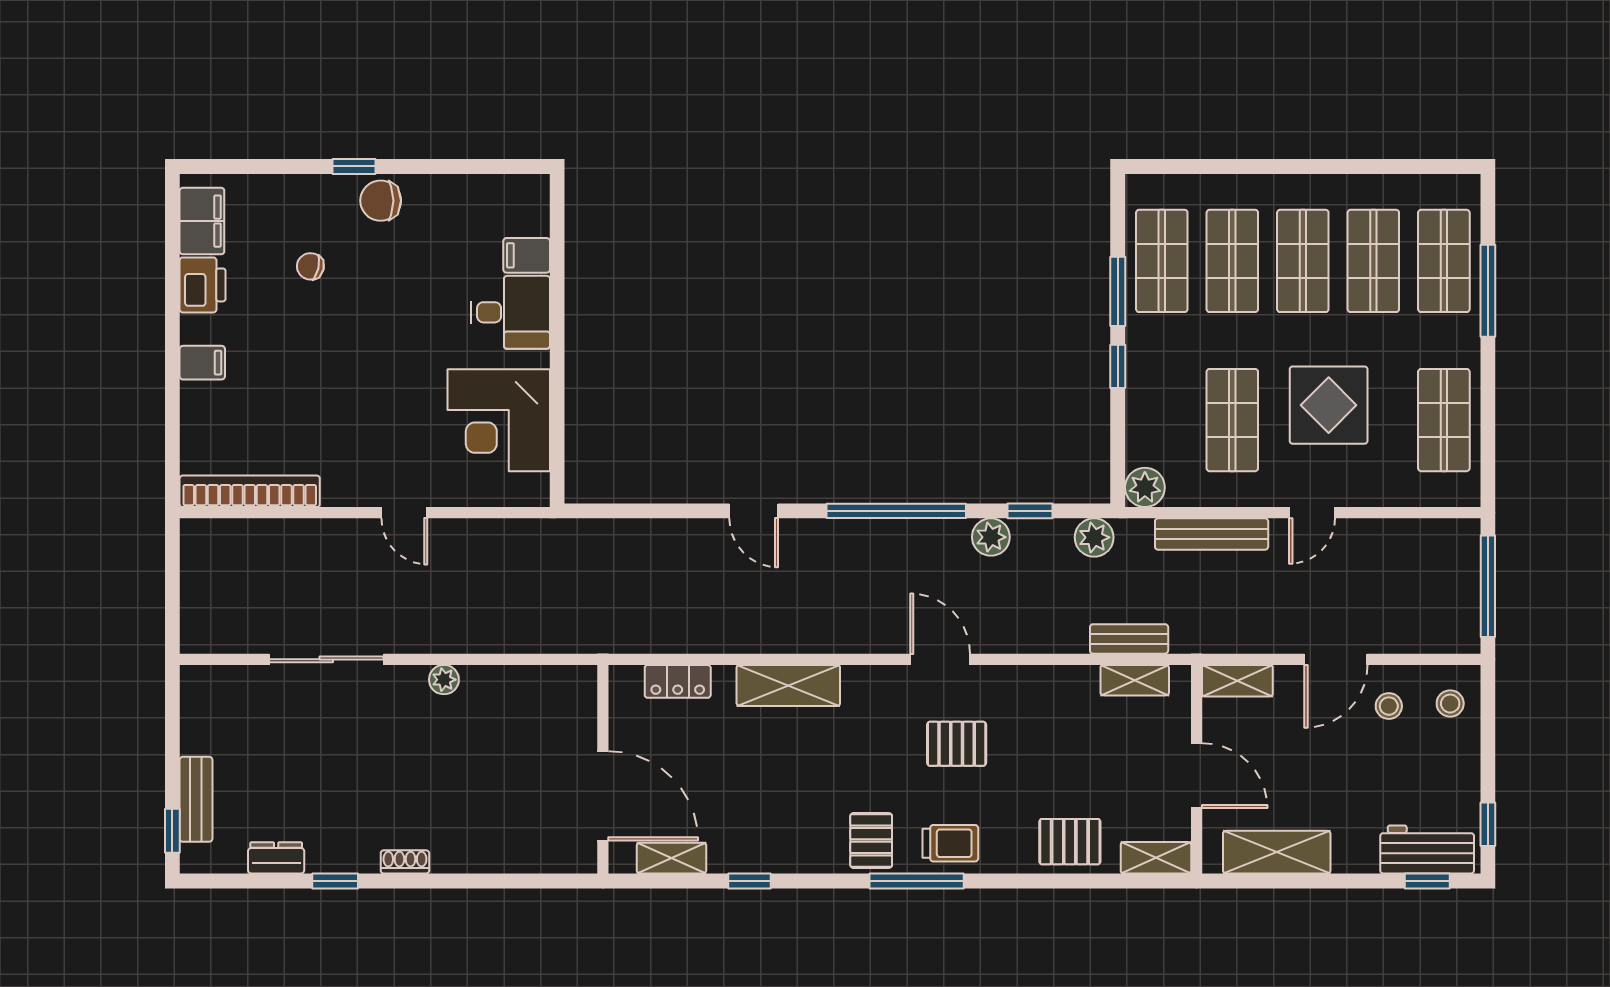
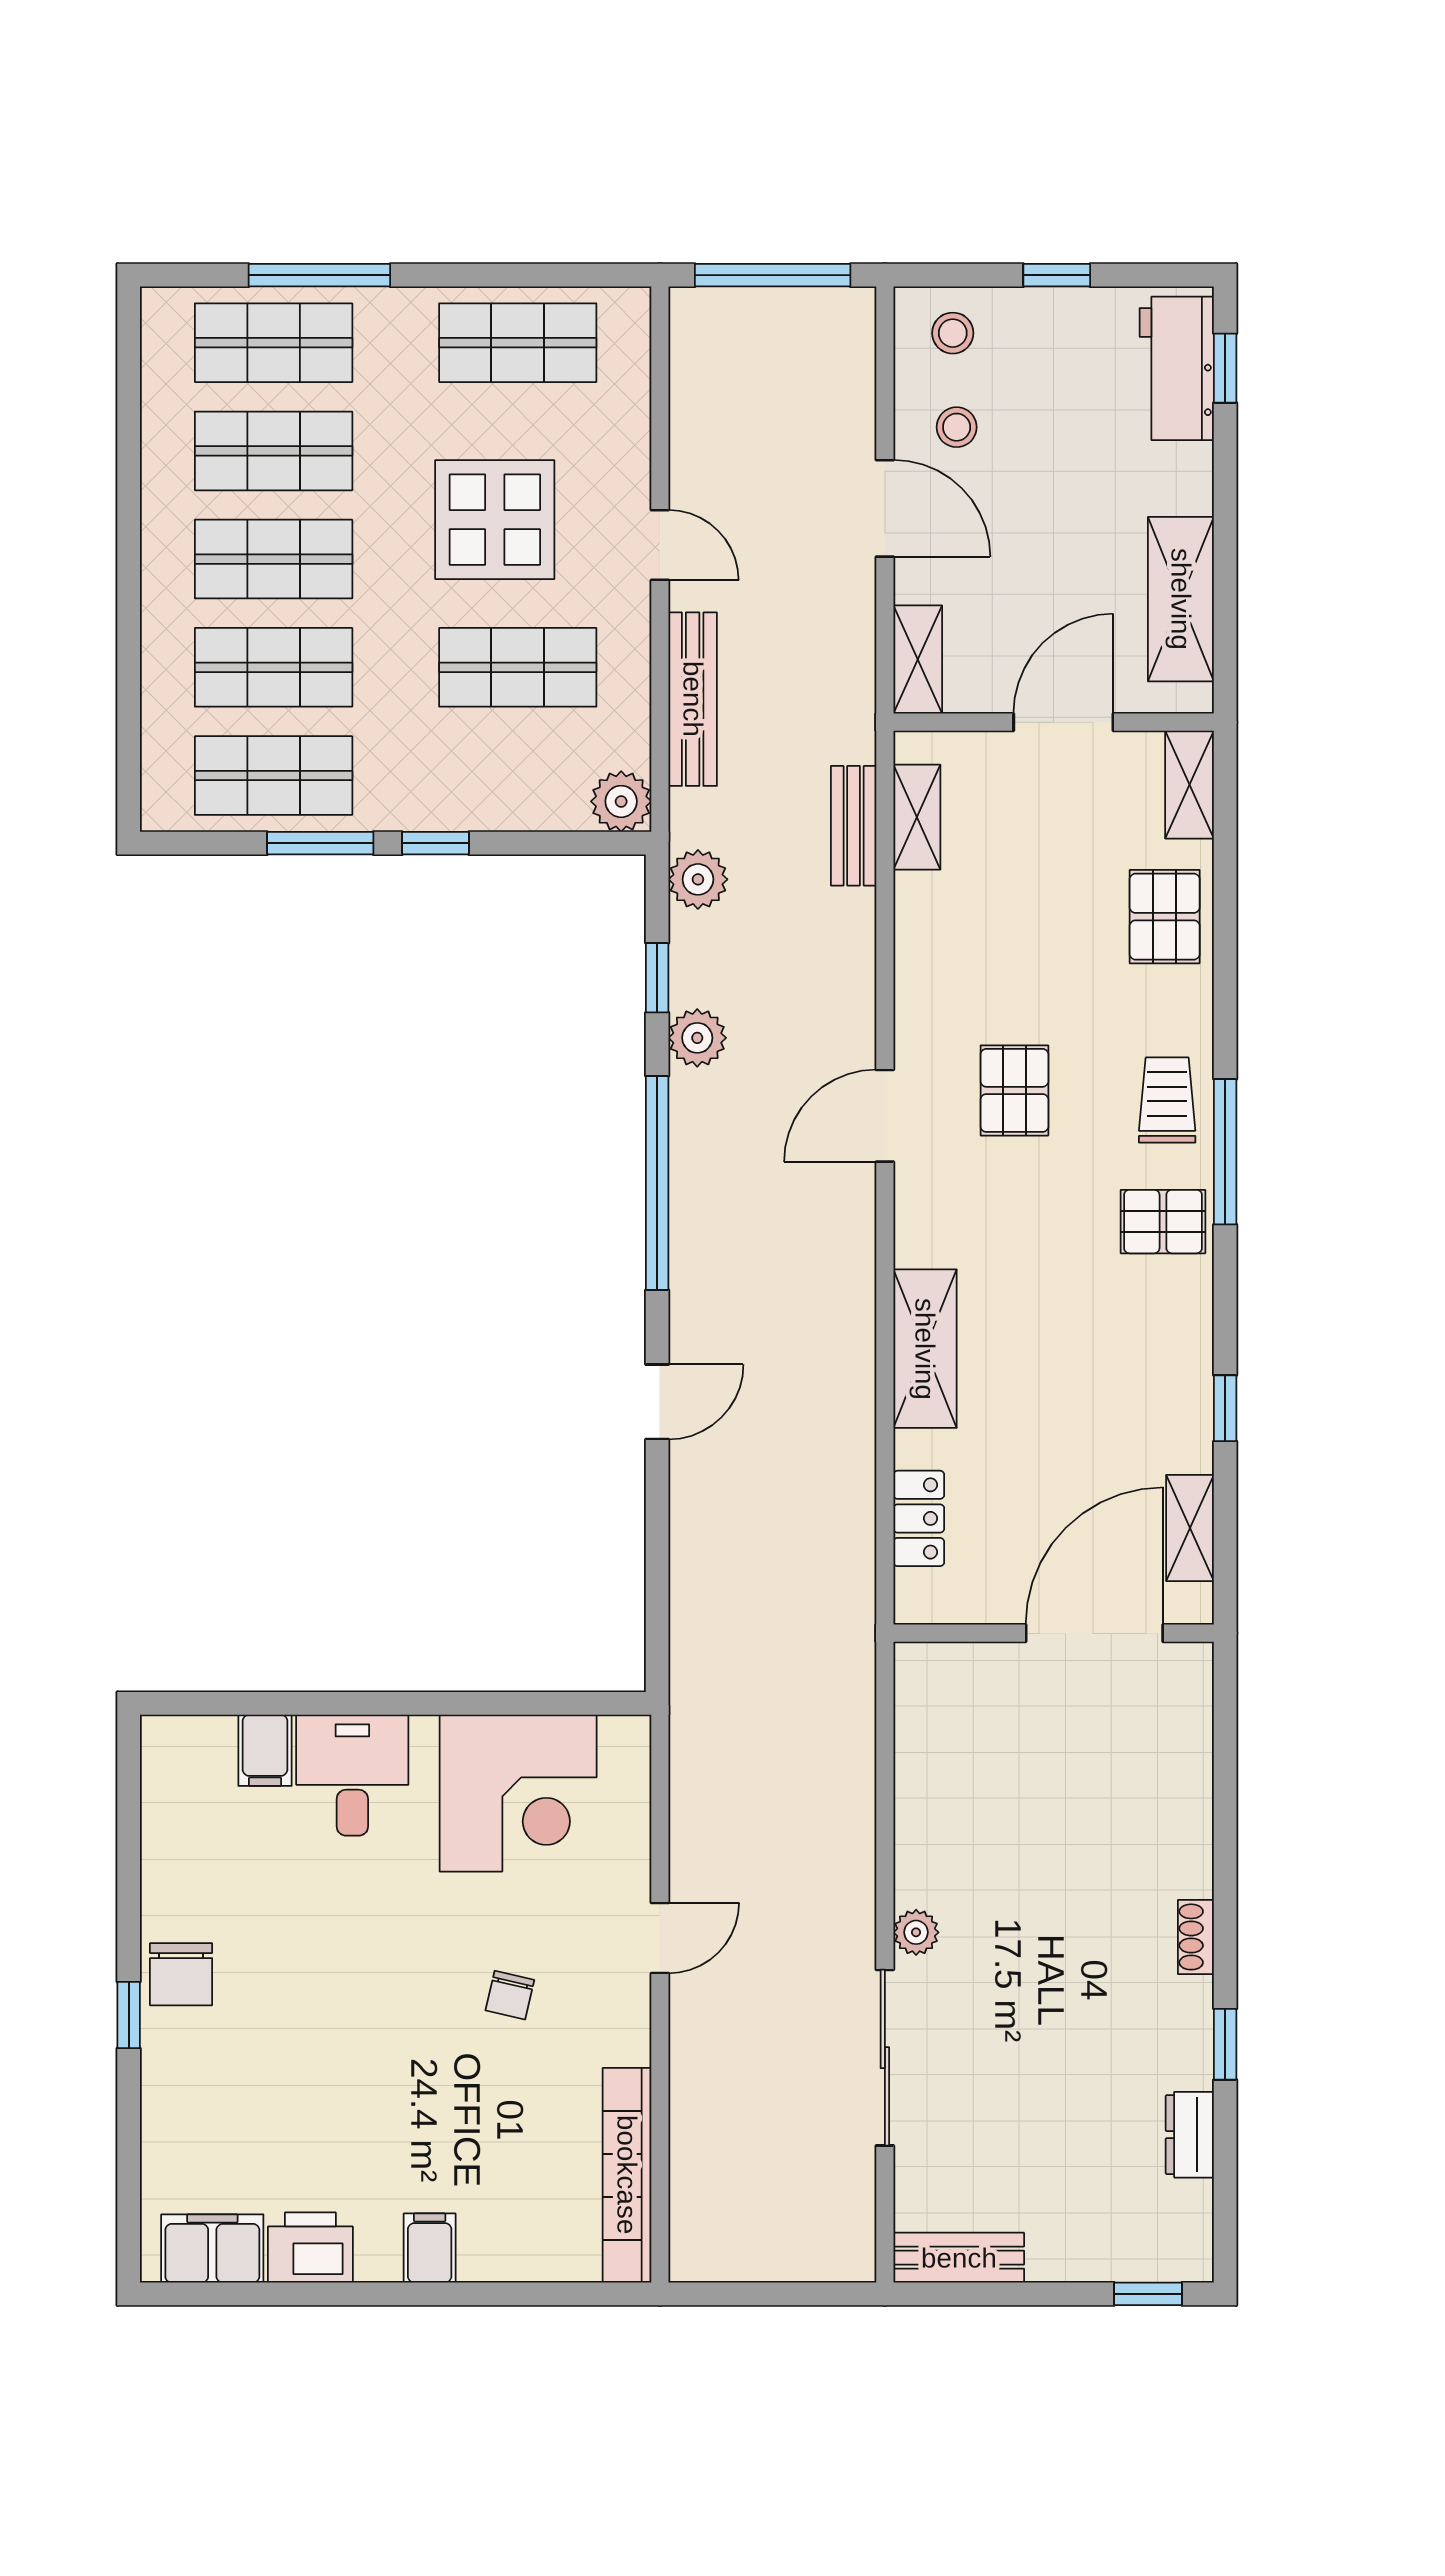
chair: (310, 266) -> (510, 1995), moved
plant: (444, 680) -> (916, 1932), moved
bench: (196, 799) -> (959, 2258), moved
window: (1488, 824) -> (1057, 275), moved

